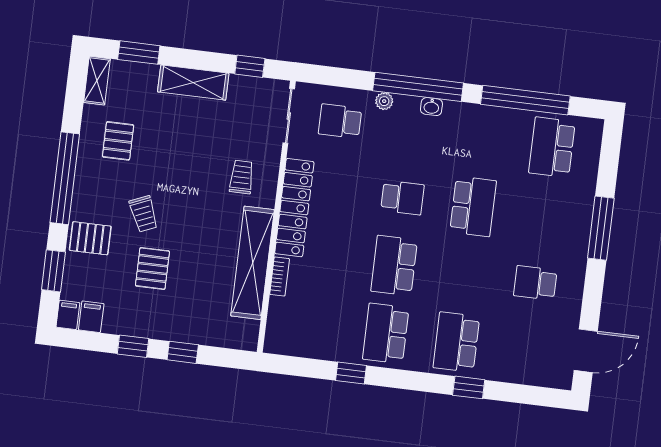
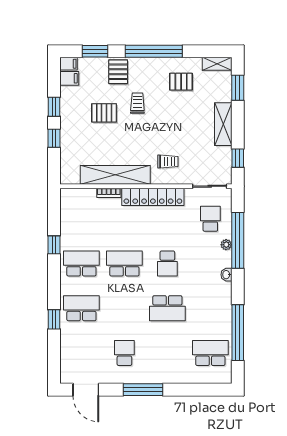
window: (418, 87) -> (238, 240), moved
trolley: (144, 214) -> (137, 103), turned 113
window: (601, 228) -> (143, 390), moved

